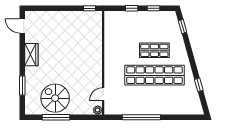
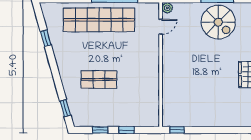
shop shelf: (154, 75) -> (99, 20), moved

